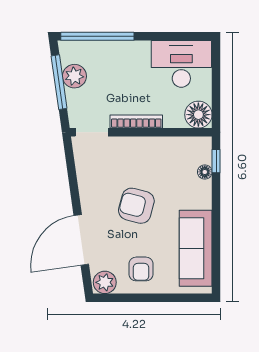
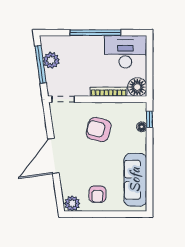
window: (97, 36) -> (95, 33), moved
bookcase: (136, 122) -> (109, 92), moved
armchair: (136, 206) -> (99, 129), moved
door: (81, 240) -> (53, 156), moved

